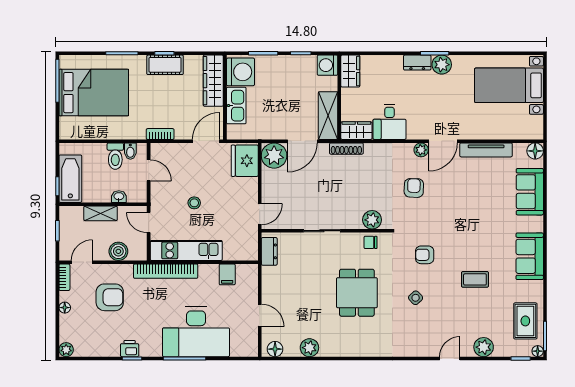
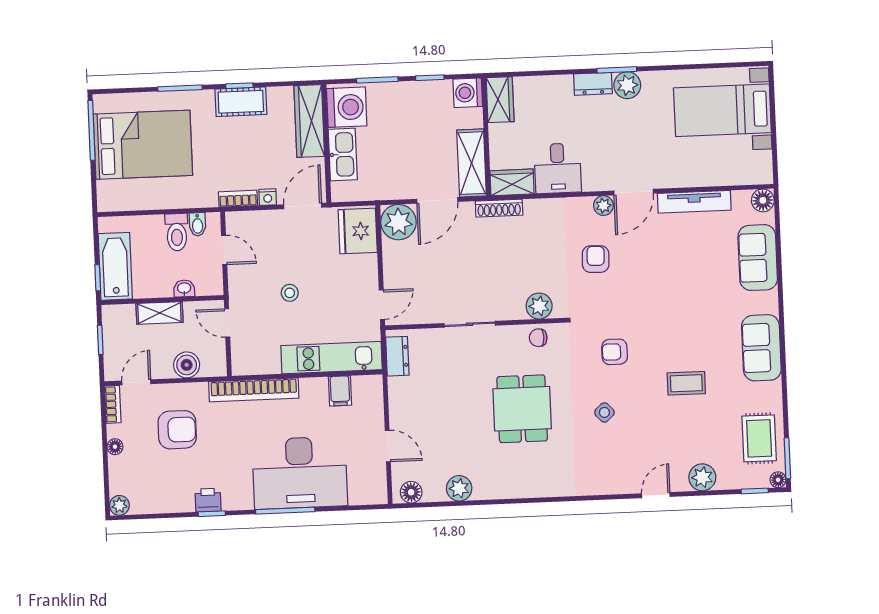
nightstand: (181, 134) -> (268, 197), added
kitchen unit: (186, 250) -> (332, 358), moved

